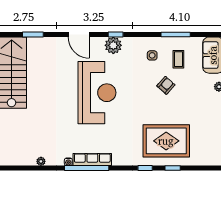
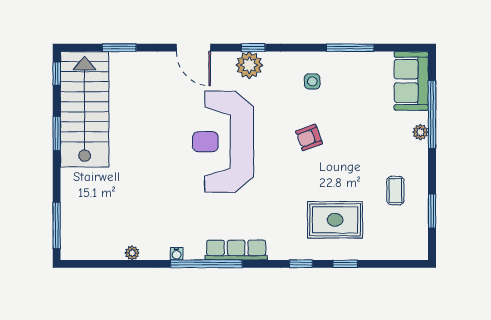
coffee table: (178, 59) -> (395, 191), moved
armchair: (166, 85) -> (309, 137), moved, turned -152
reception desk: (97, 93) -> (223, 142), turned 180
rug: (166, 141) -> (335, 220), width x0.73, depth x0.69
row of seats: (92, 160) -> (236, 250), moved

